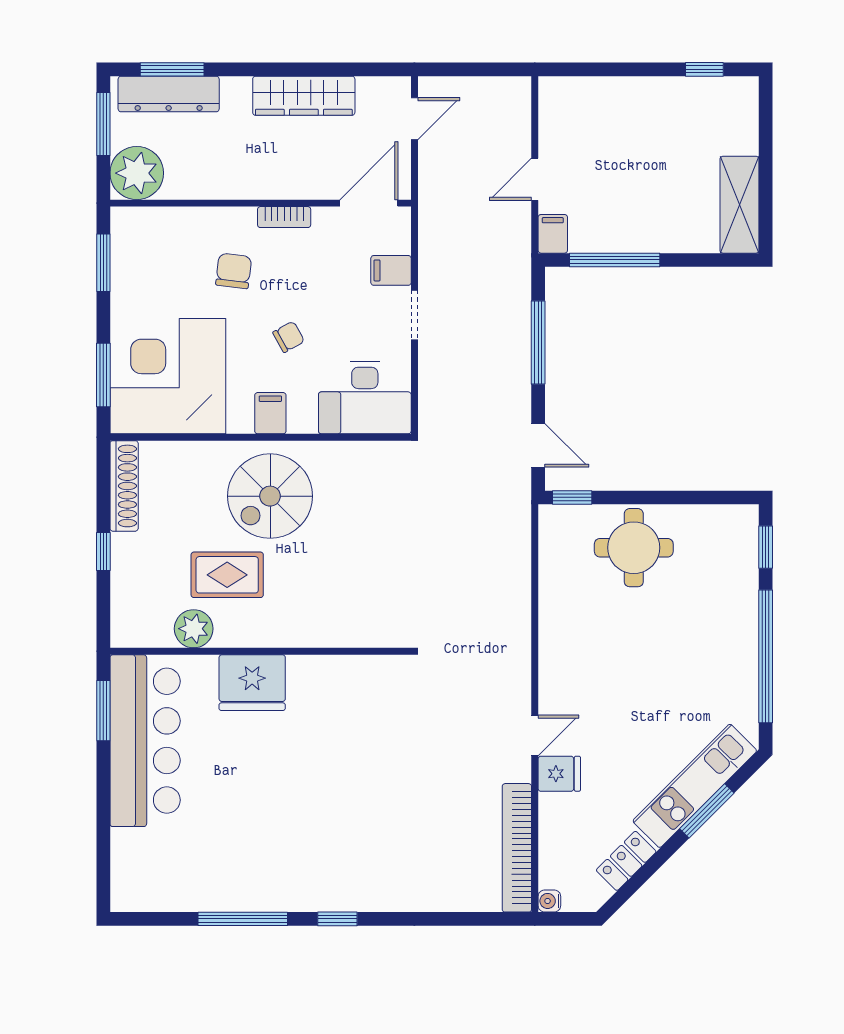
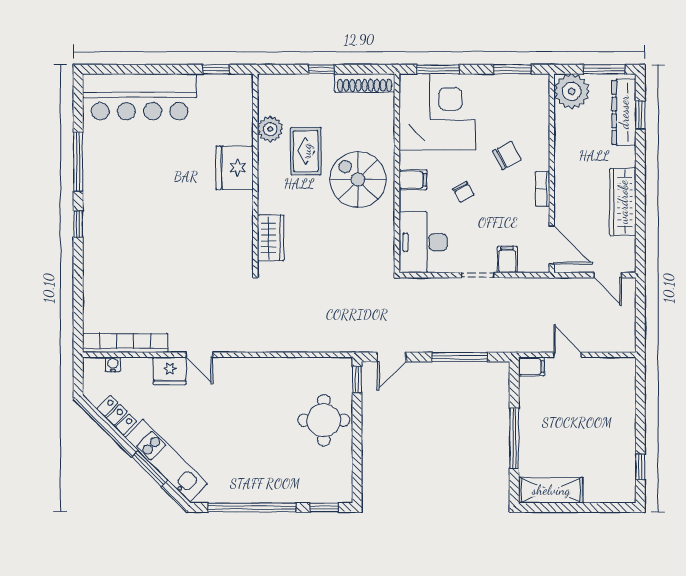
window: (172, 69) -> (640, 115), width x0.67
window: (615, 260) -> (514, 438), moved
chair: (234, 271) -> (507, 155), turned -34
wardrobe: (358, 628) -> (271, 238), added
window: (103, 711) -> (216, 69), width x0.67
bar counter: (145, 741) -> (140, 97), moved
fridge: (559, 774) -> (170, 371), width x1.38
water cooler: (549, 901) -> (113, 364), moved

